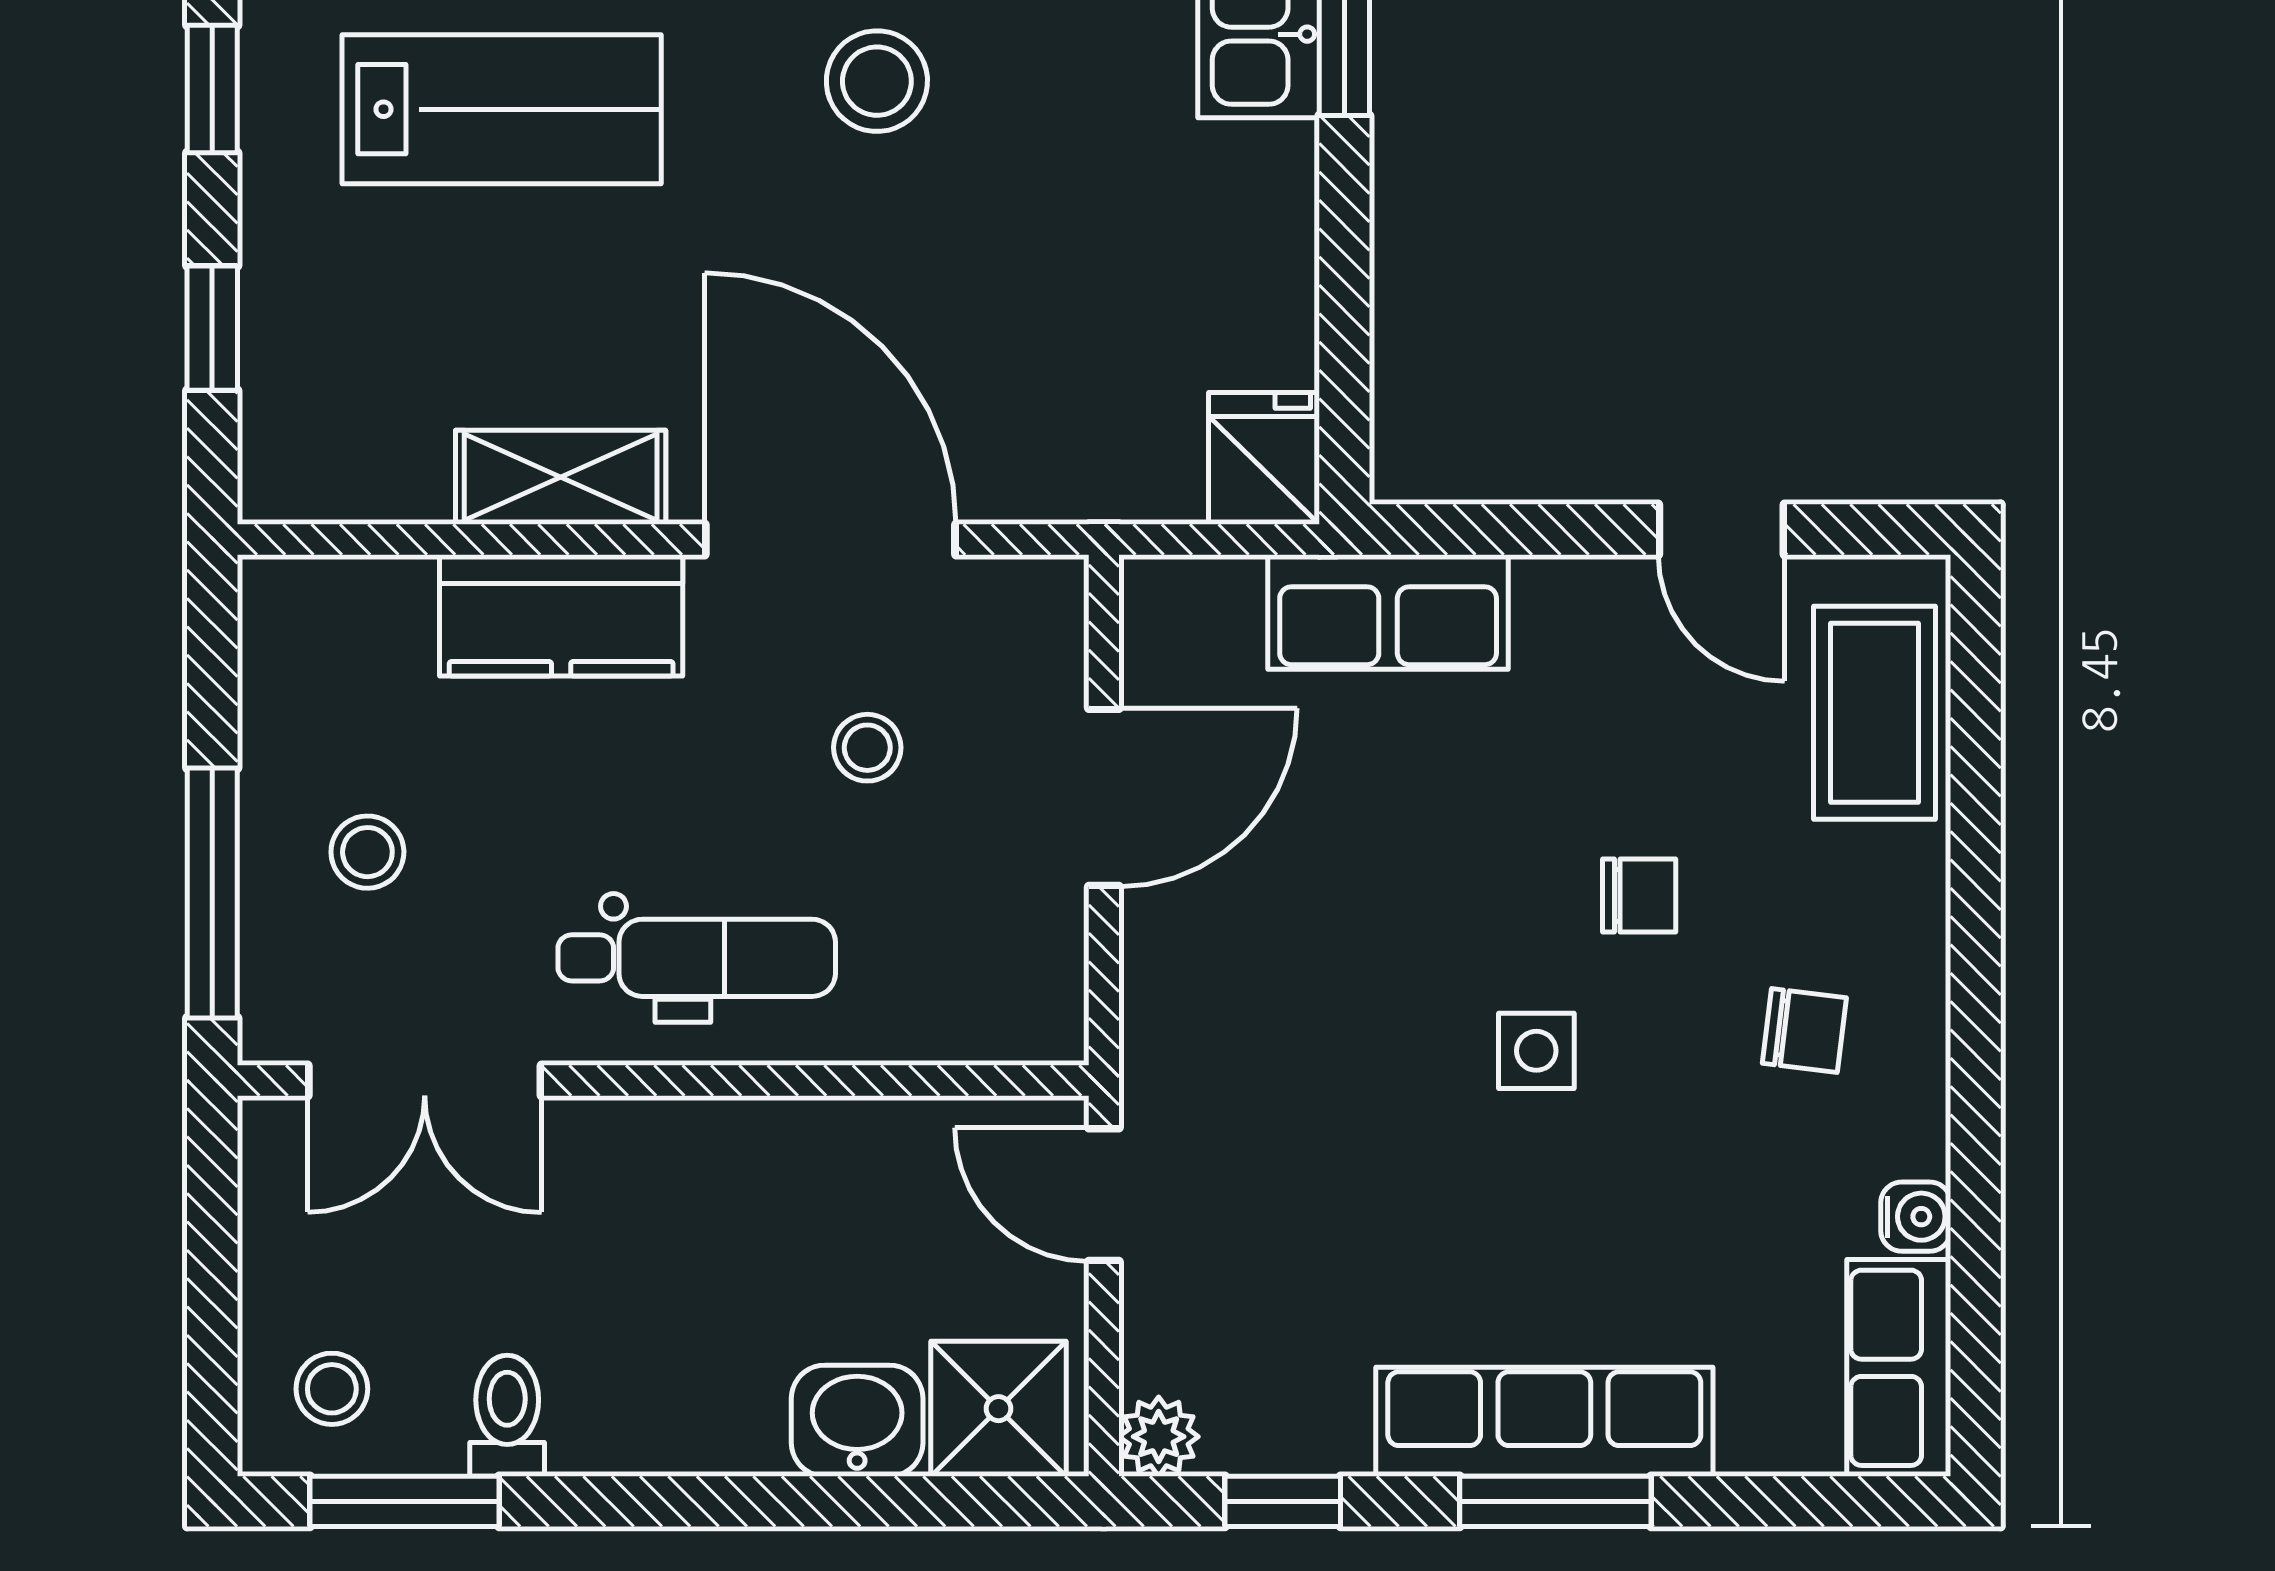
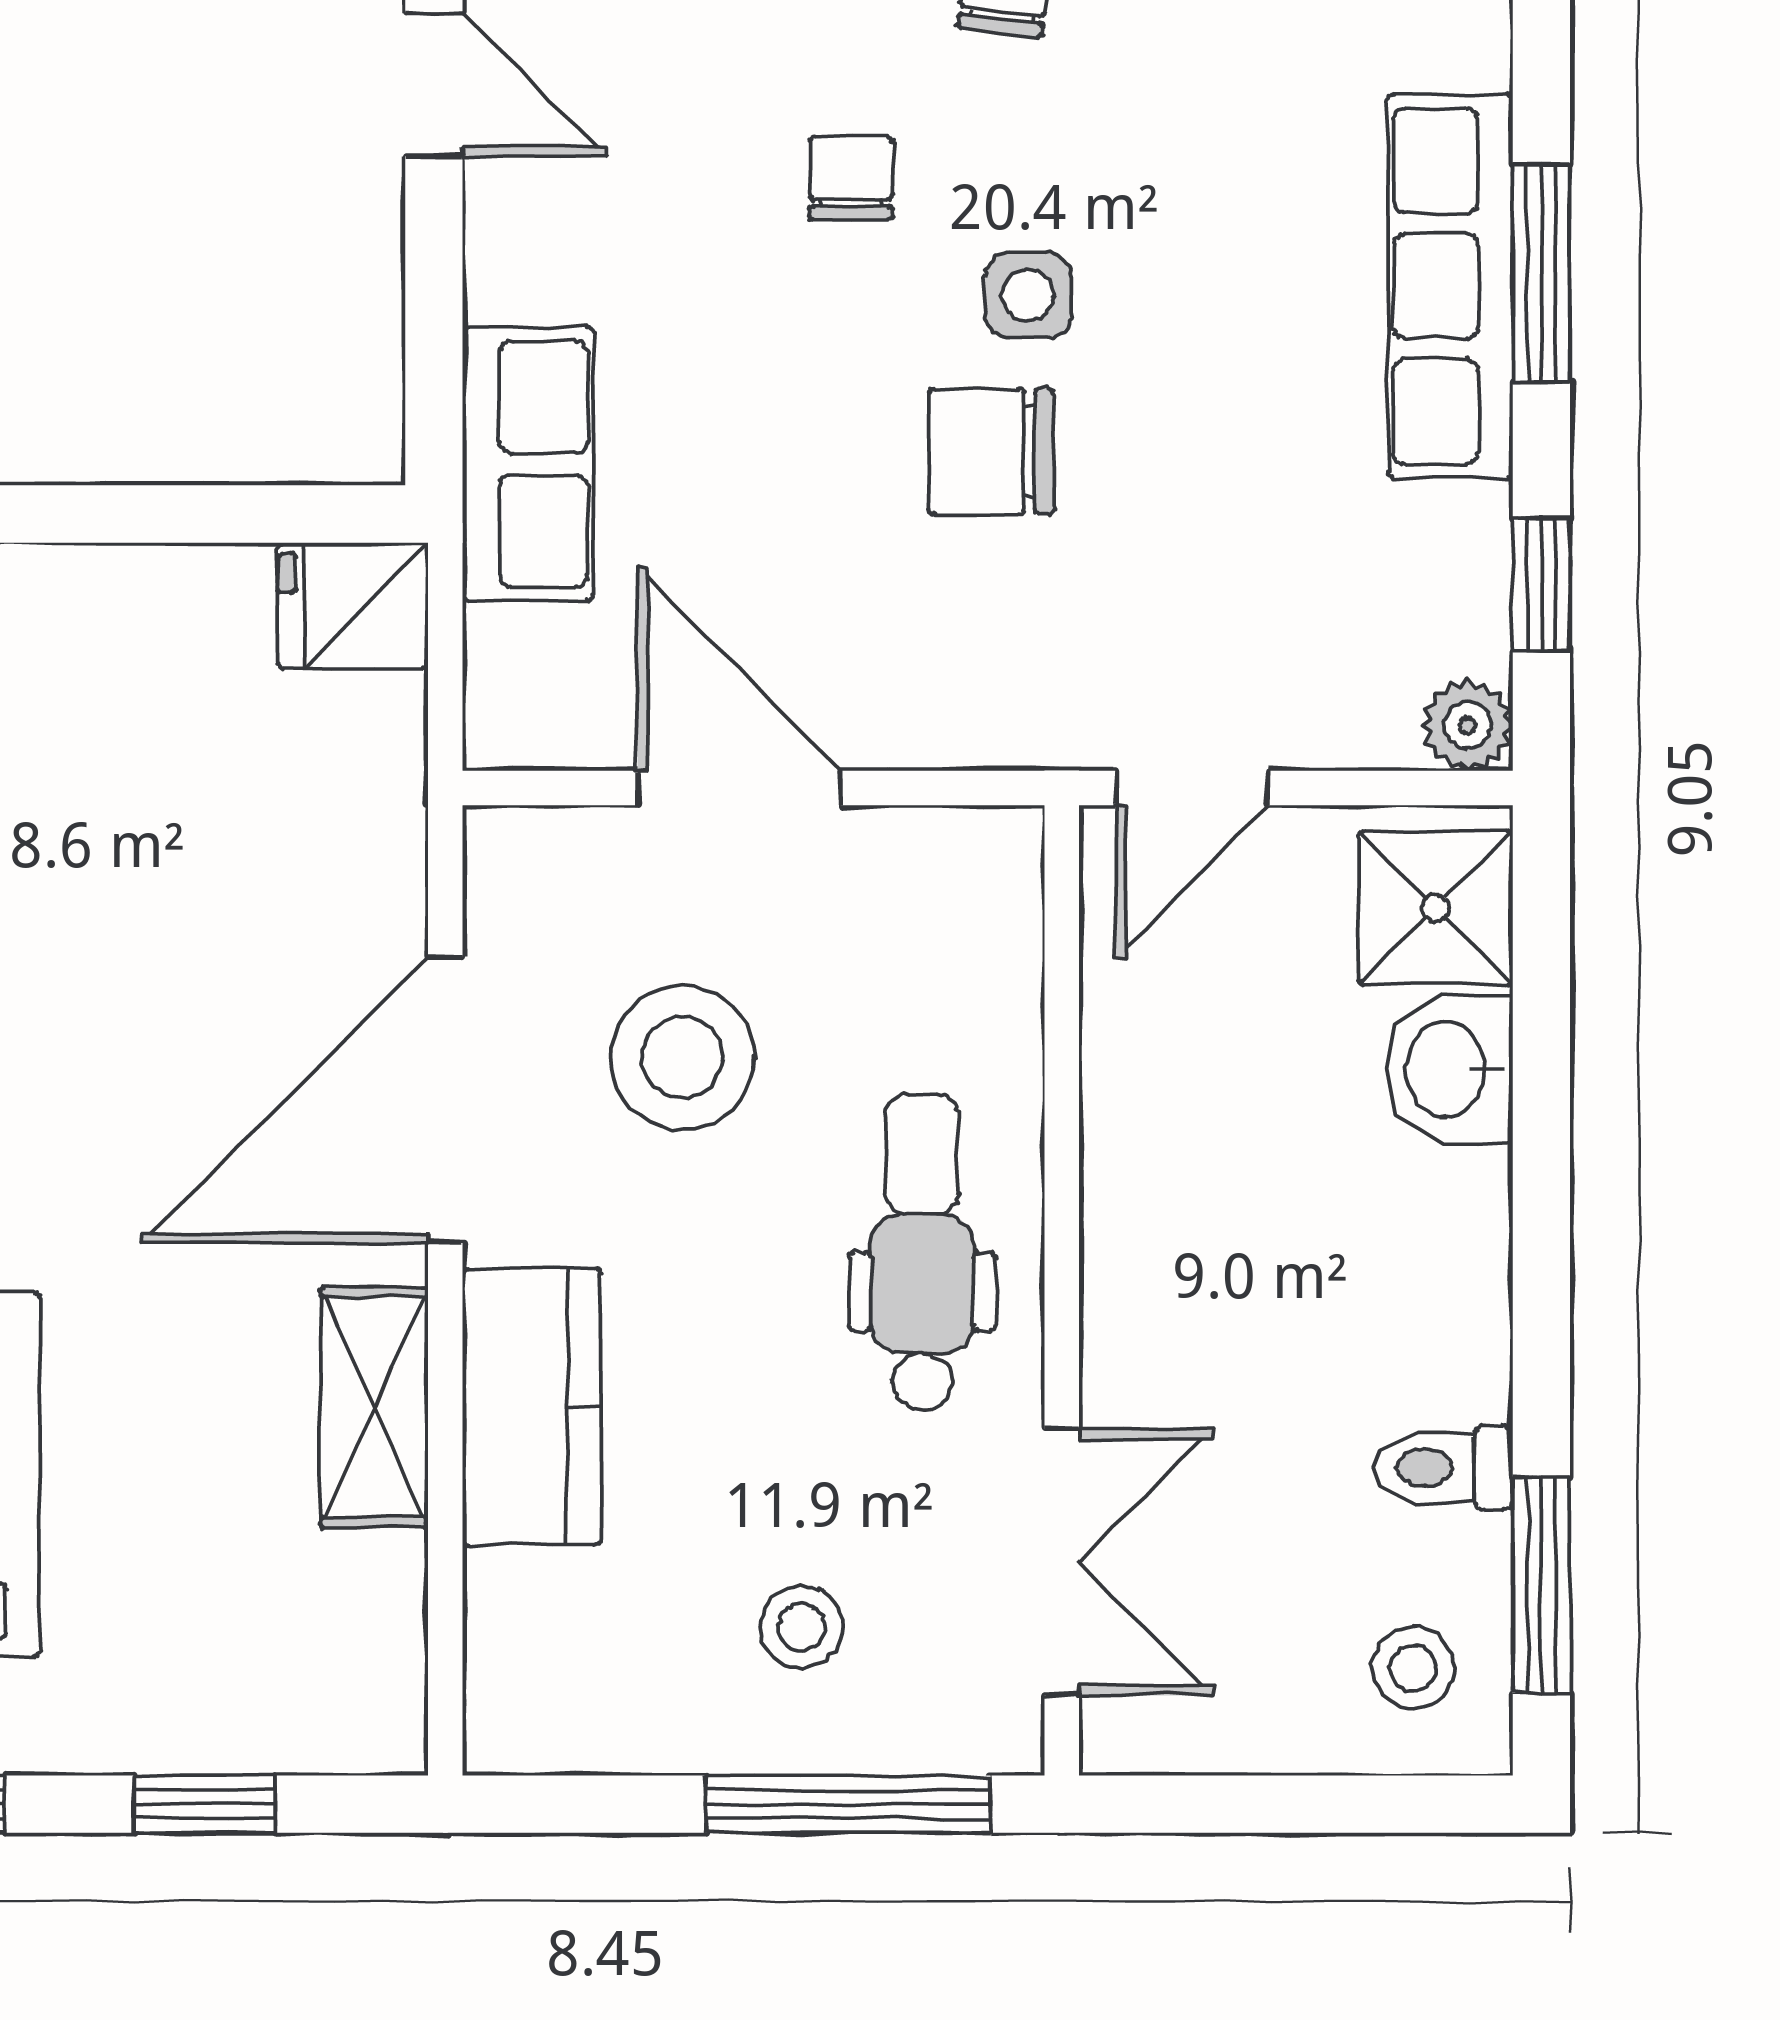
door: (1721, 529) -> (434, 84), hinge flipped
stool: (867, 748) -> (683, 1058), width x1.89, depth x1.89
chair: (1399, 1019) -> (991, 451), added

